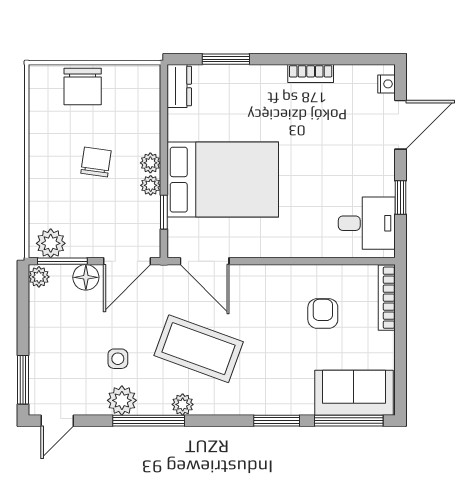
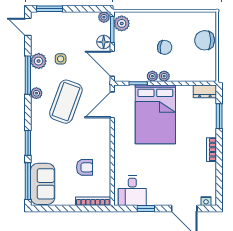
bookcase: (311, 73) -> (211, 150), moved

